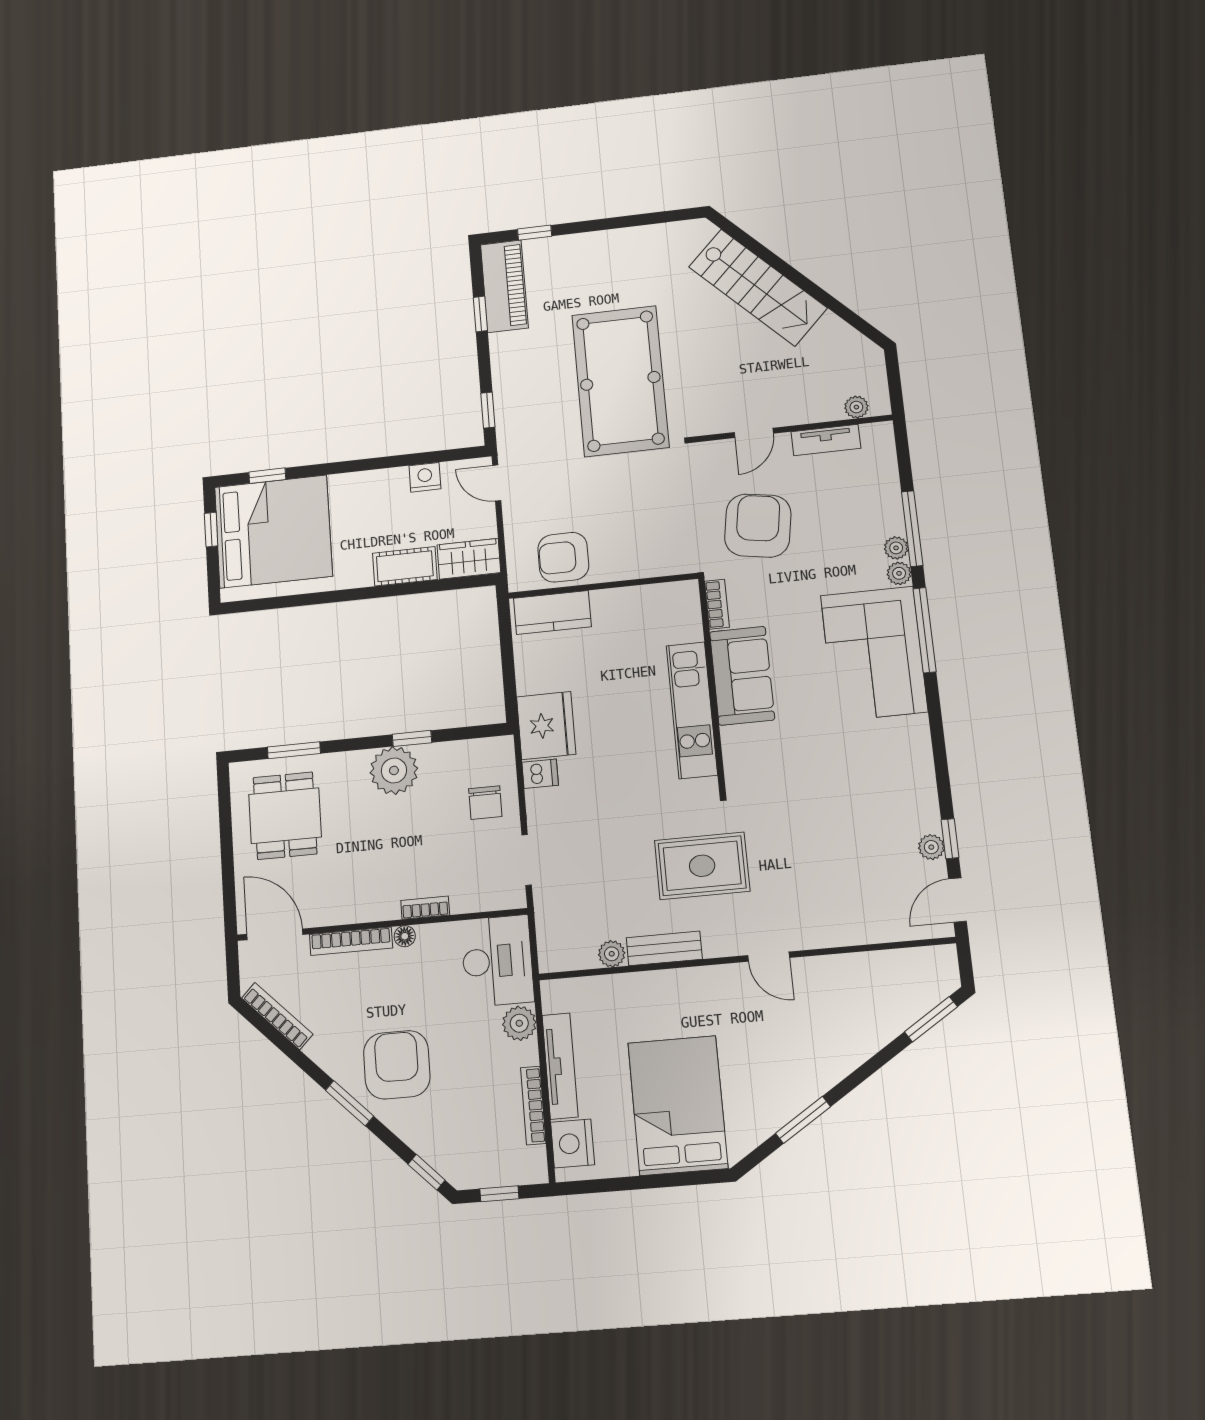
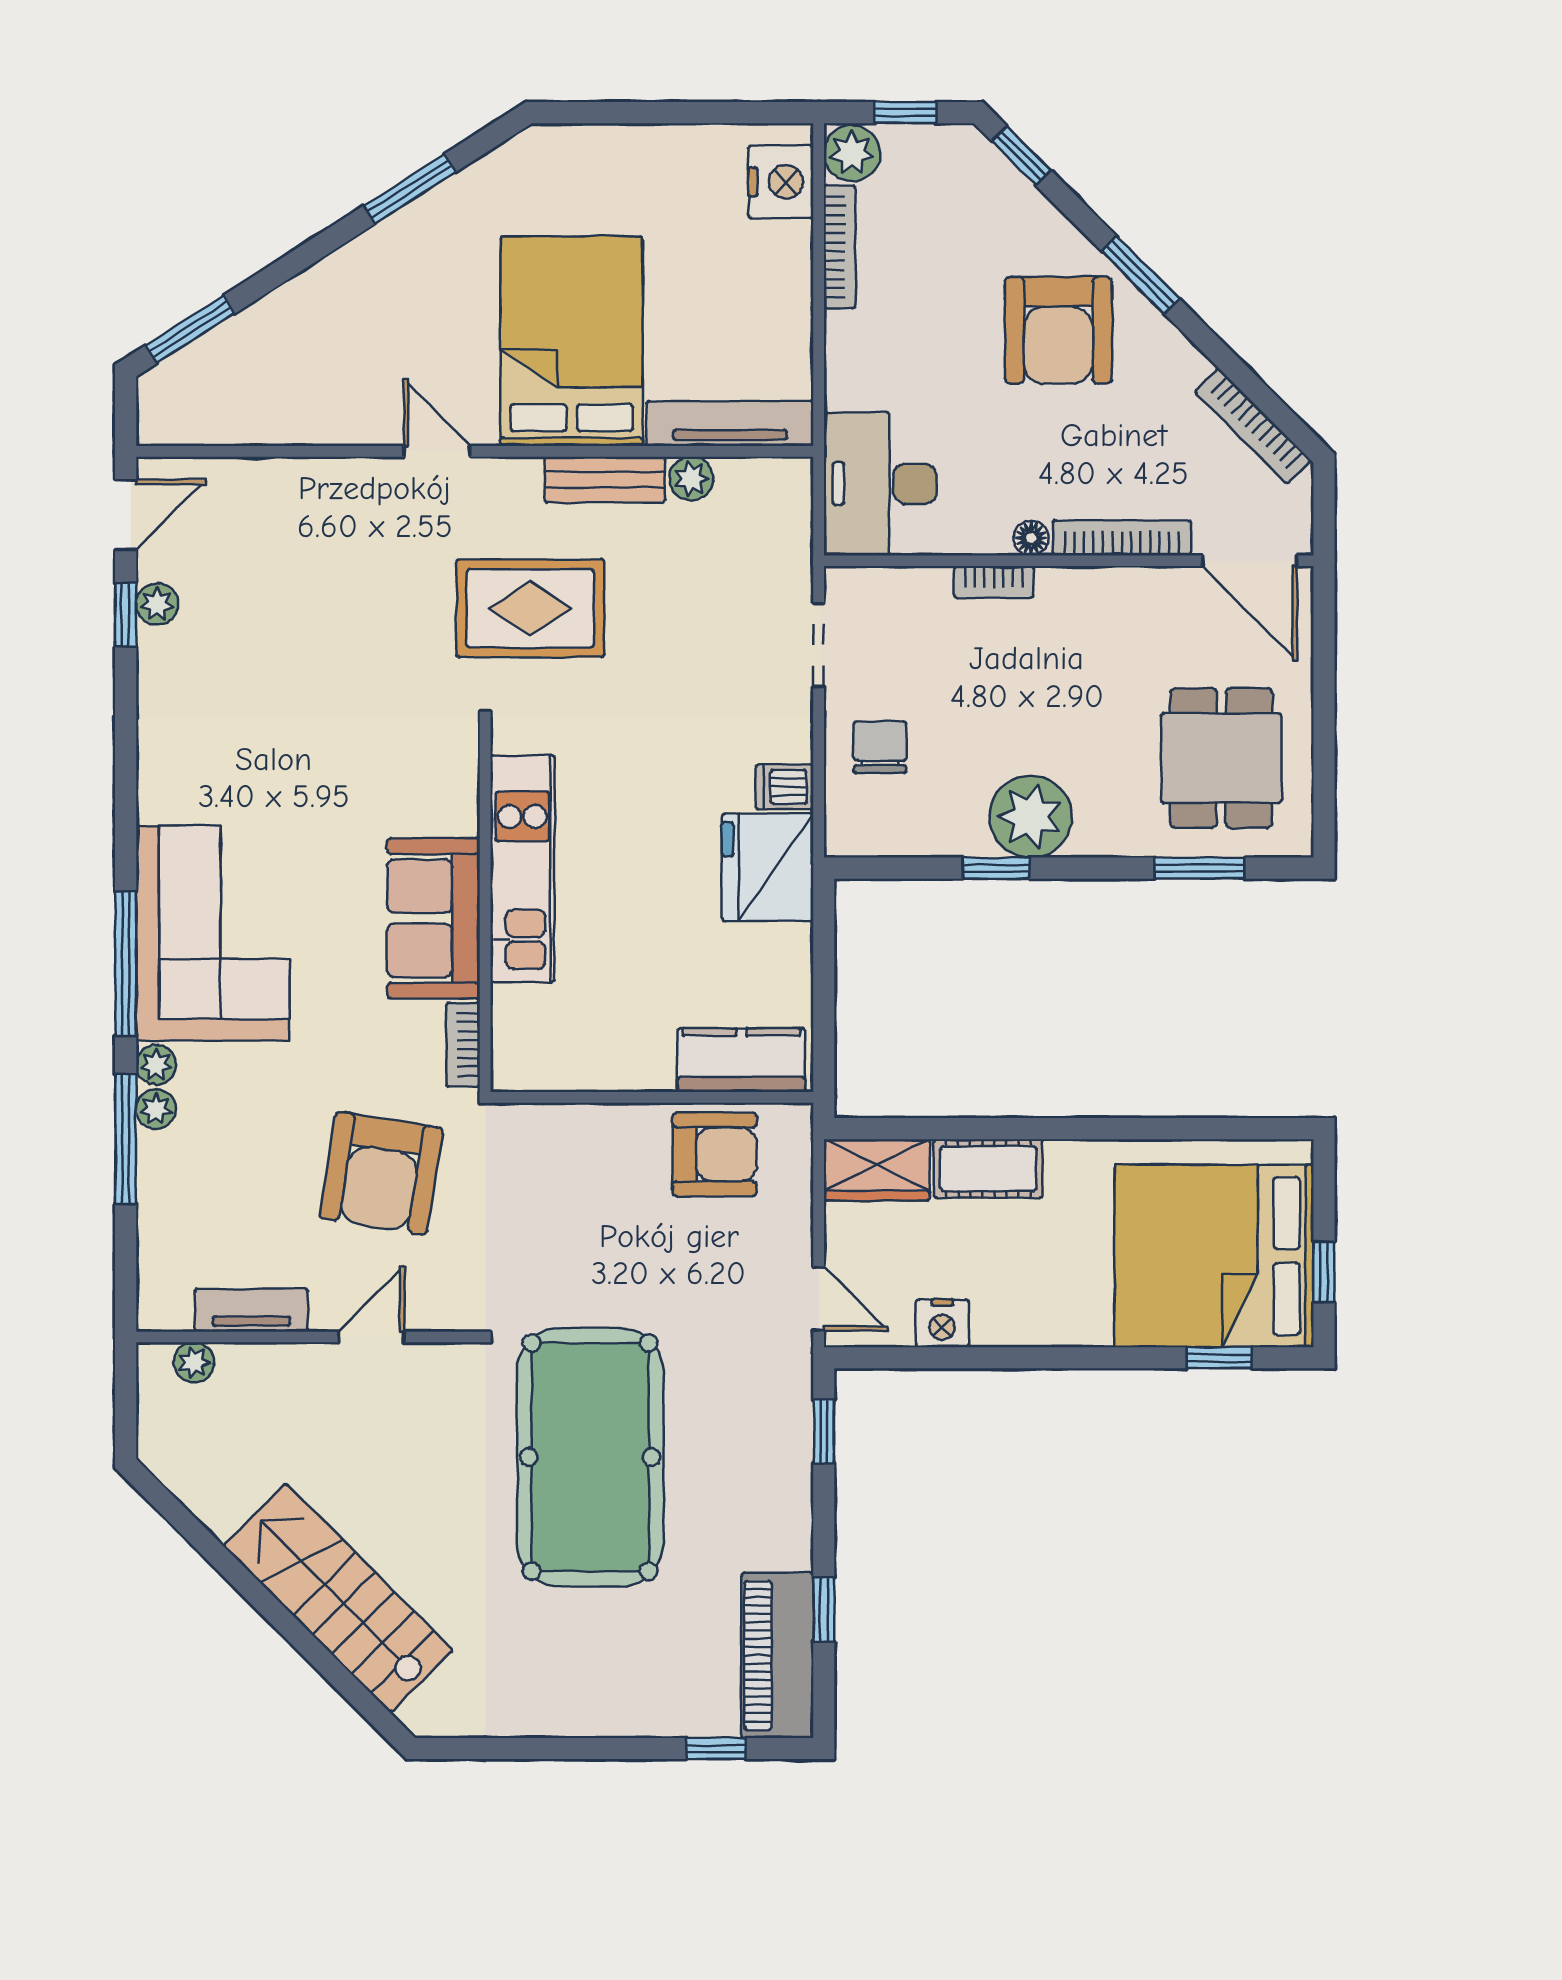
plant: (519, 1023) -> (852, 153), moved
tv unit: (560, 1066) -> (730, 424), moved, turned 90
bed: (678, 1105) -> (572, 341), moved, turned 180

